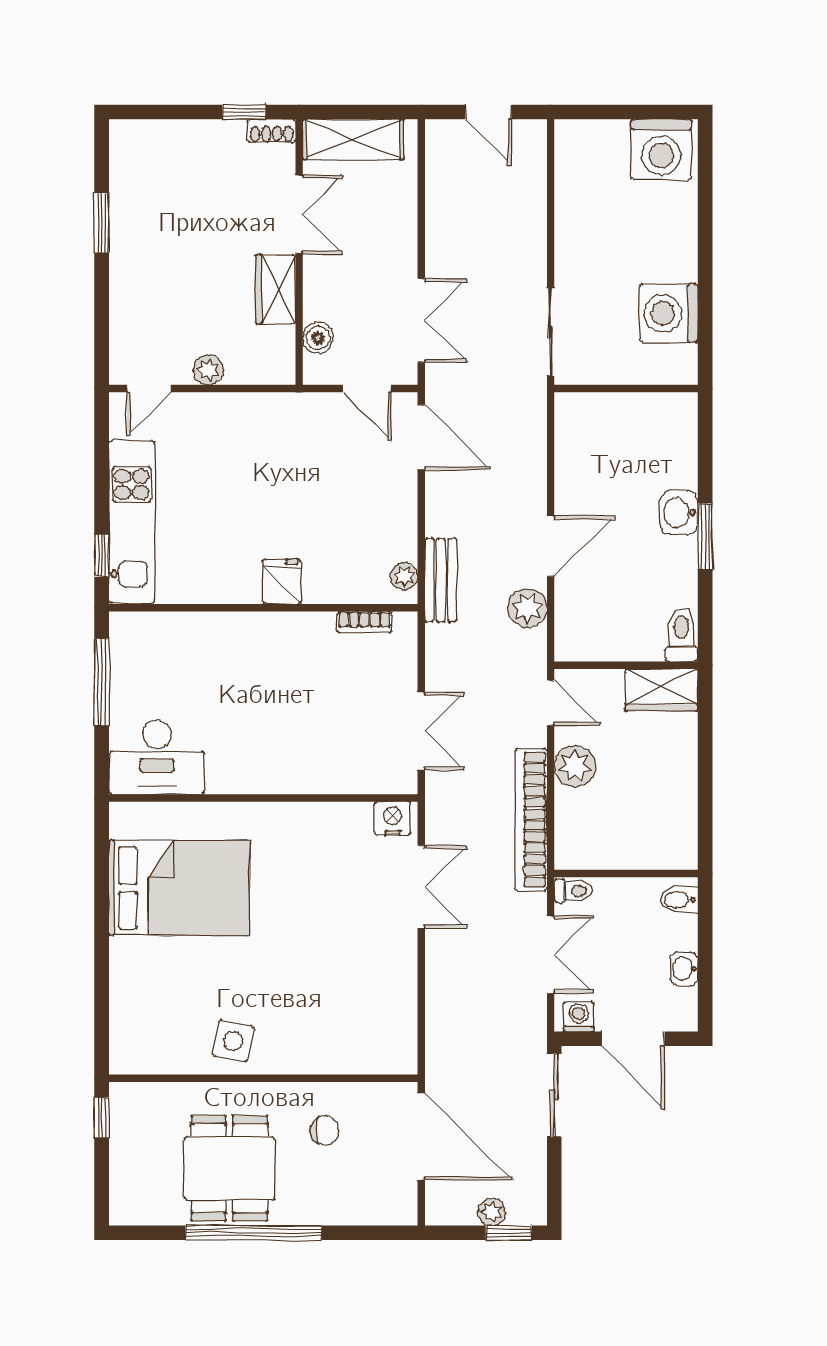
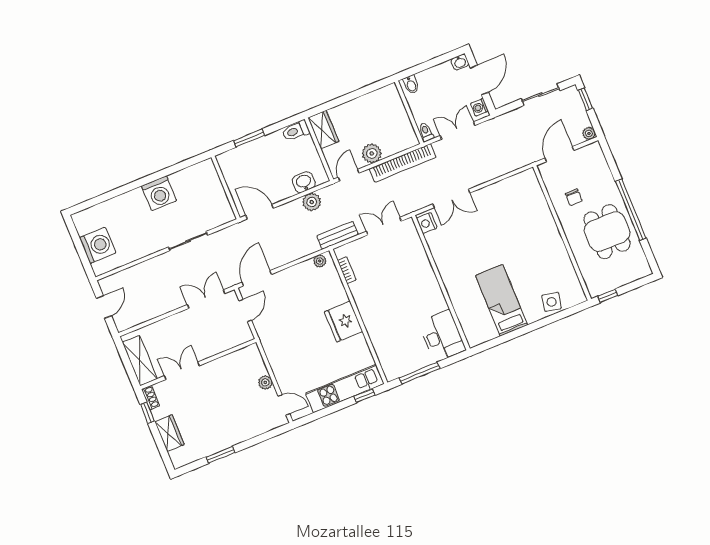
washing machine: (661, 149) -> (98, 245), moved
wardrobe: (275, 289) -> (169, 433), moved, turned -90
boiler: (318, 338) -> (232, 341), removed
wall: (626, 389) -> (226, 188), moved
washbasin: (679, 513) -> (304, 182), moved, turned 180
door: (551, 546) -> (260, 212), moved
bench: (441, 580) -> (338, 235), moved
fridge: (282, 582) -> (344, 322), width x1.88, depth x1.34
double door: (421, 887) -> (451, 199), swing flipped
bed: (179, 888) -> (502, 300), width x0.67
washbasin: (684, 969) -> (460, 62), moved
side table: (233, 1041) -> (552, 302), moved
sliding door: (554, 1095) -> (541, 95), moved
chair: (325, 1130) -> (574, 197), turned 180
door: (421, 1137) -> (559, 154), width x0.73
dining table: (229, 1168) -> (607, 232), turned 90
plant: (492, 1212) -> (589, 133), moved

